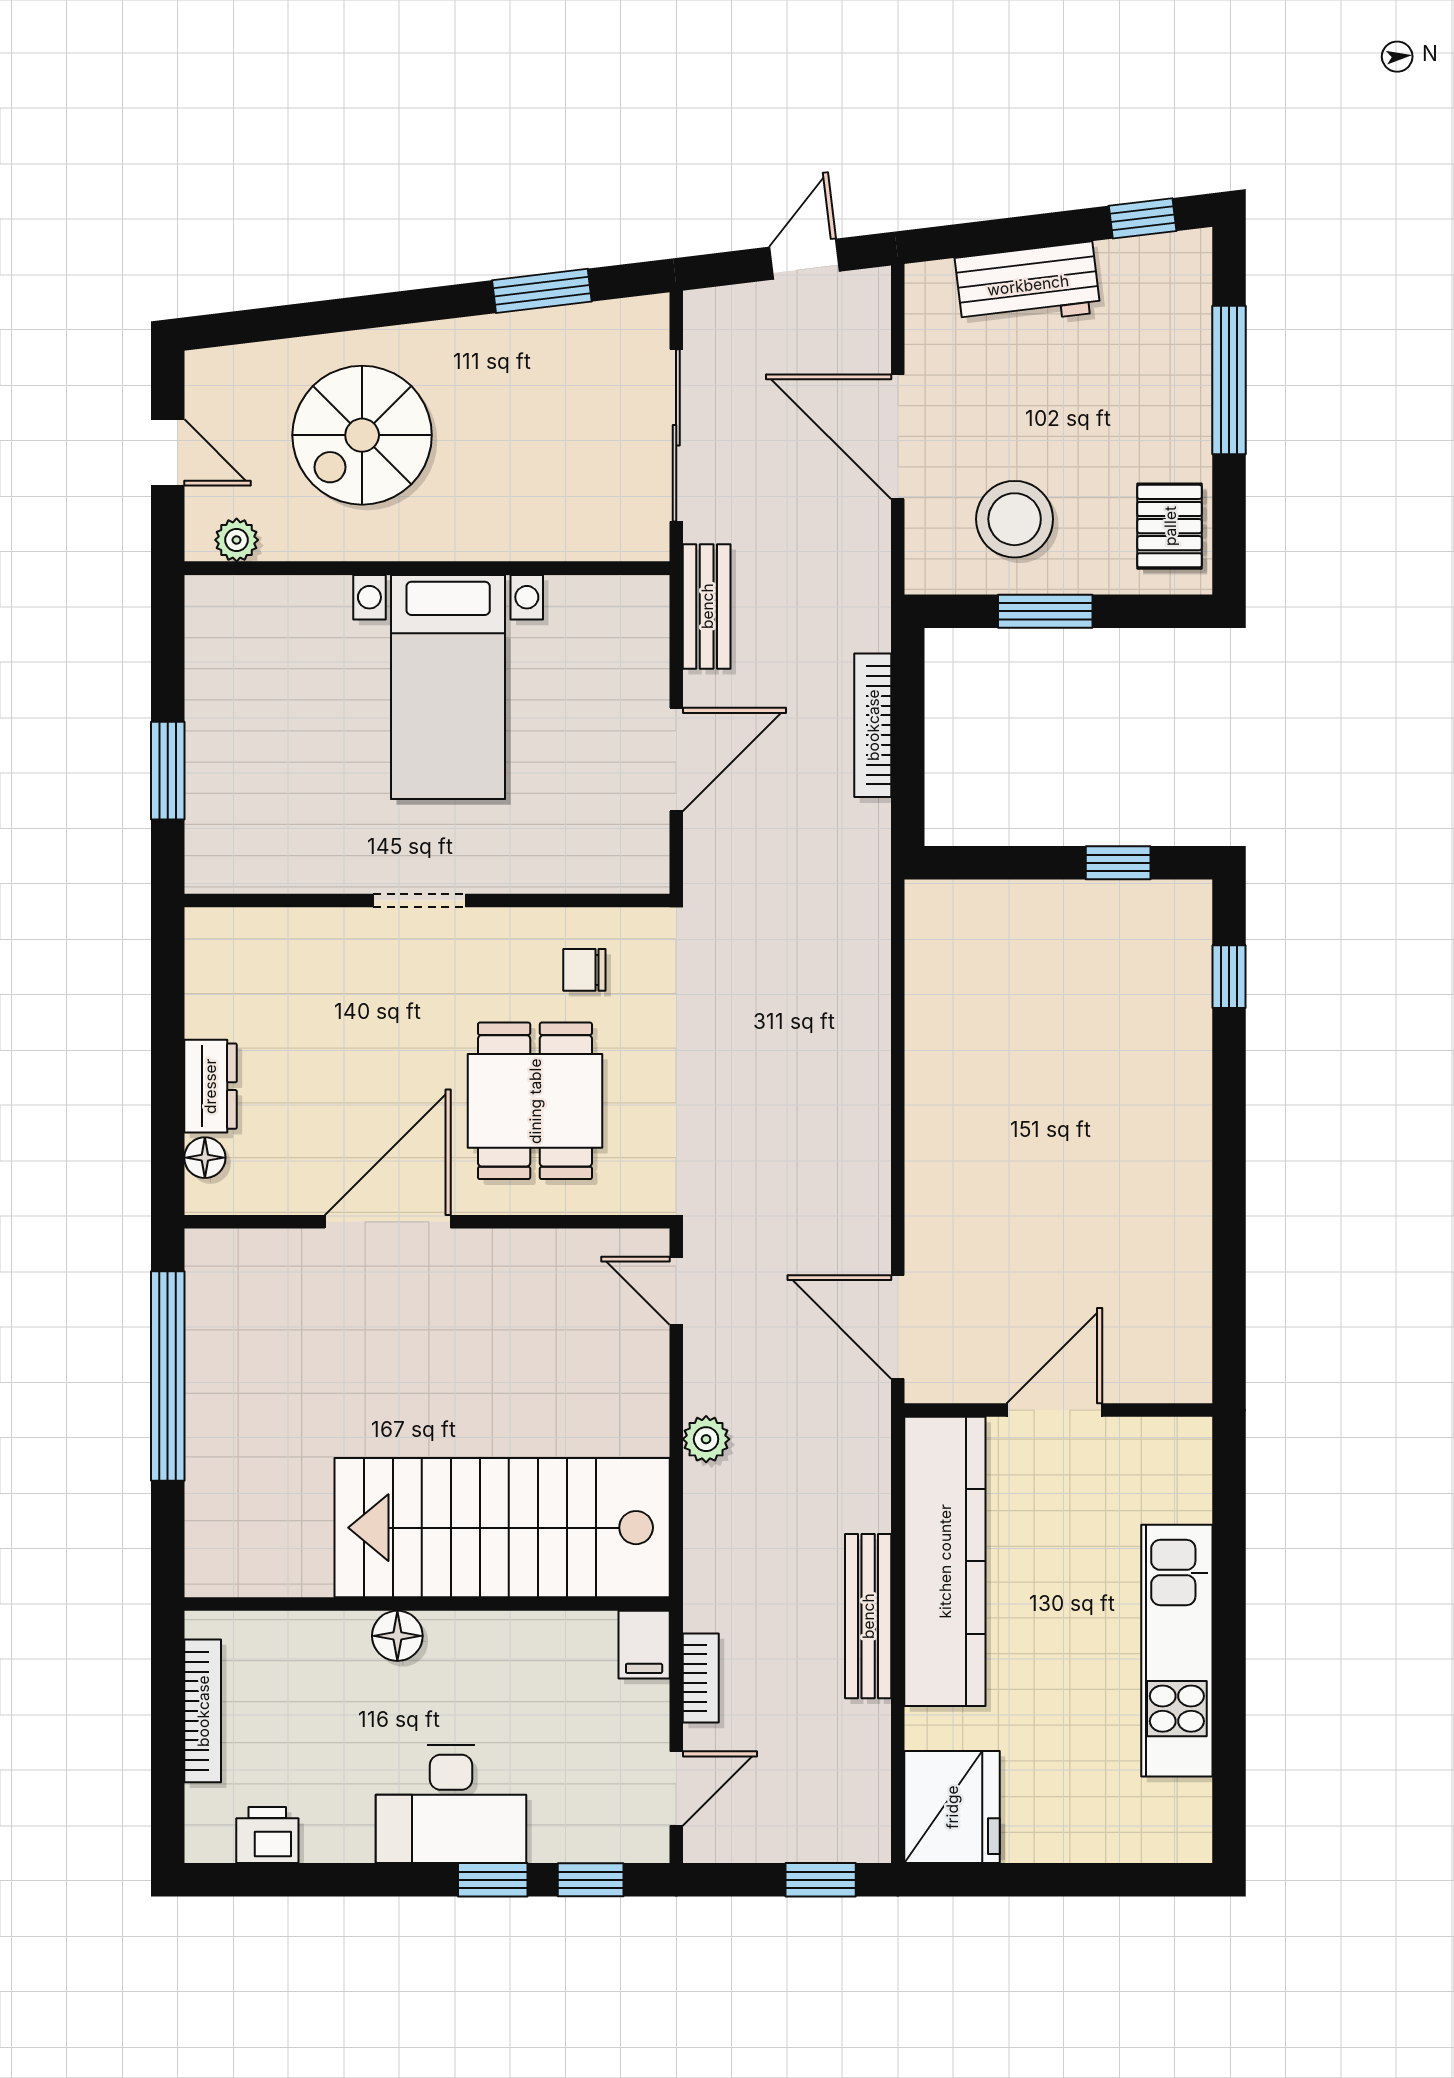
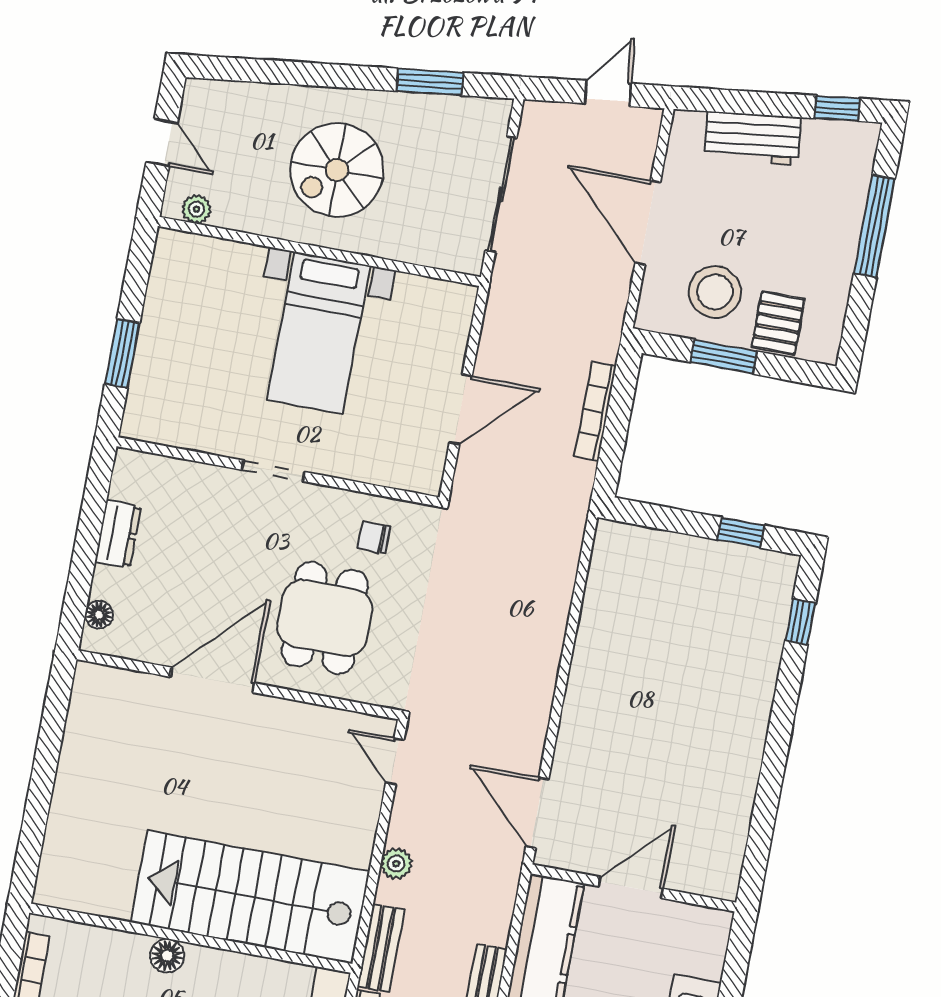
spiral stairs: (362, 435) -> (337, 170), moved
pallet: (1170, 526) -> (778, 323), moved
bench: (707, 606) -> (381, 948), moved
dresser: (210, 1086) -> (118, 534), moved
window: (168, 1376) -> (47, 755), removed

